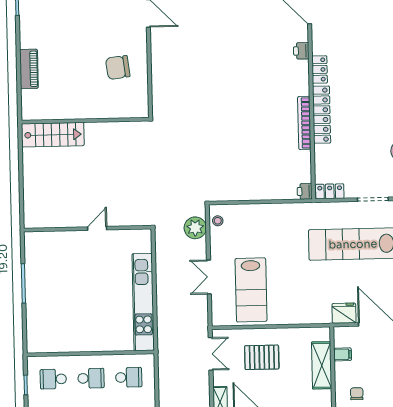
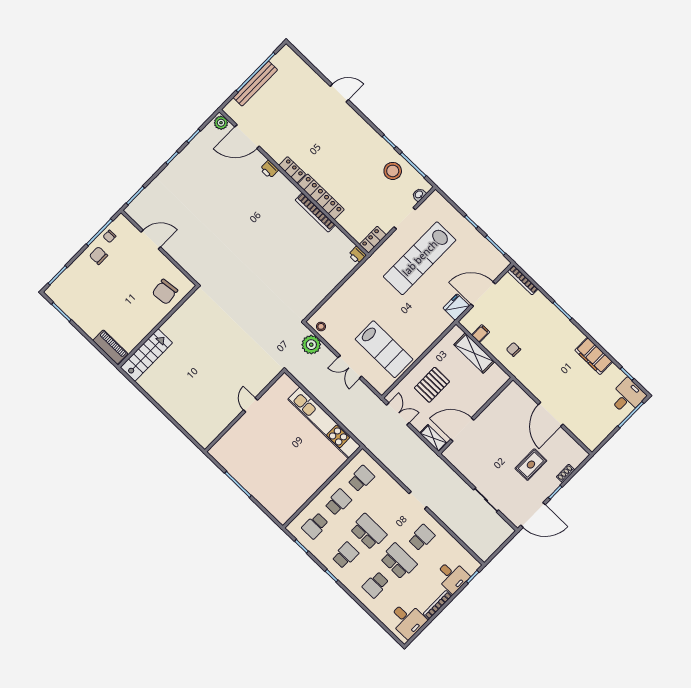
wall: (85, 121) -> (158, 326), moved
stairs: (53, 135) -> (146, 355), moved

